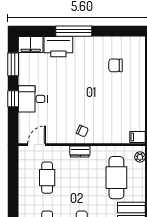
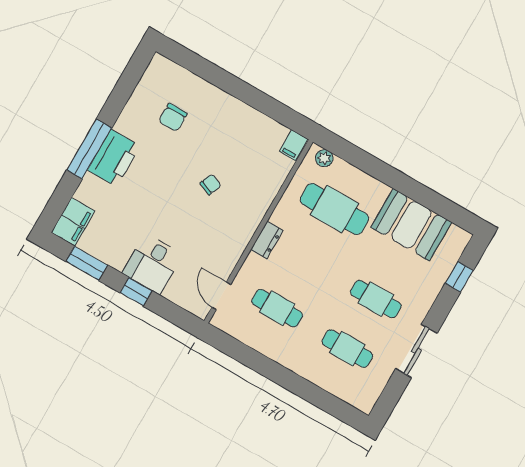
printer: (58, 47) -> (114, 158), moved
chair: (82, 131) -> (211, 185), moved

